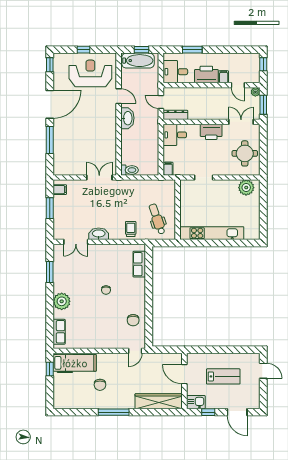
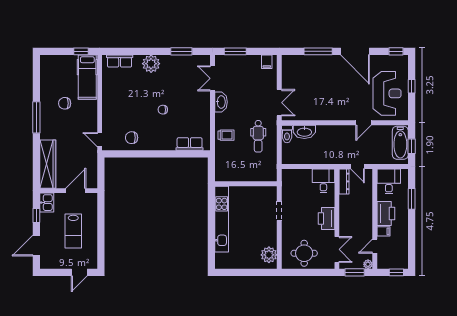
door: (161, 102) -> (357, 166), swing flipped
washbasin: (127, 118) -> (304, 132), moved
filing cabinet: (168, 169) -> (288, 174), removed
window: (50, 208) -> (235, 51), moved
dental chair: (157, 219) -> (258, 136), moved, turned 109

